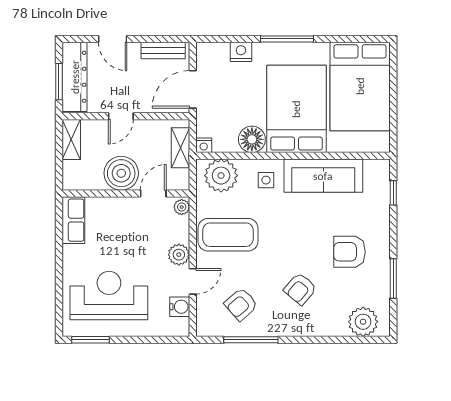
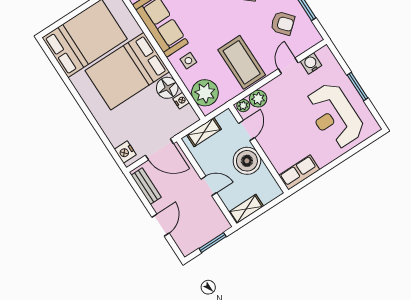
window: (287, 39) -> (84, 108), removed
nightstand: (241, 52) -> (125, 152), moved
dresser: (75, 77) -> (203, 234), removed
nightstand: (204, 145) -> (181, 101), moved
door: (153, 193) -> (247, 131), swing flipped
plant: (179, 255) -> (258, 99), moved
door: (193, 281) -> (288, 66), hinge flipped
window: (91, 340) -> (357, 86), moved

